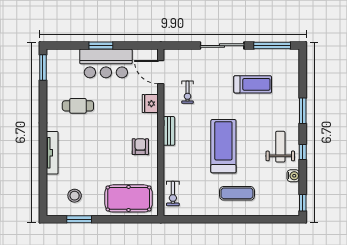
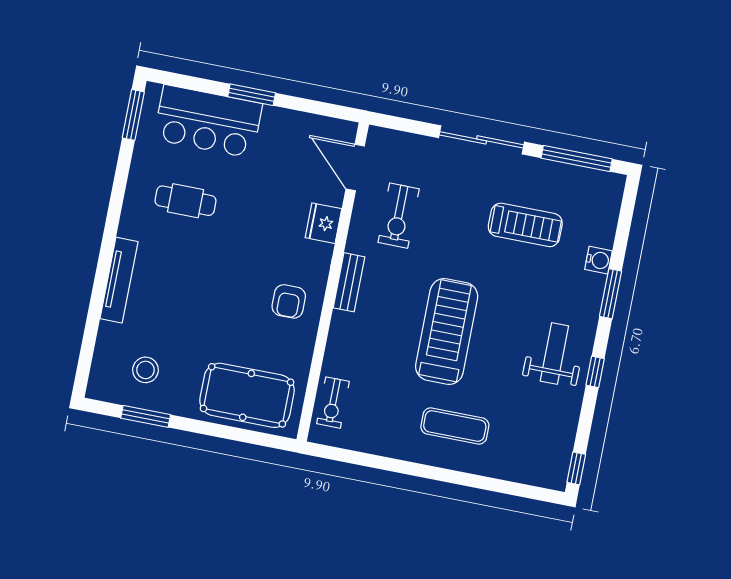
bar counter: (106, 63) -> (208, 121), moved
exercise bike: (188, 92) -> (399, 216), width x1.38, depth x1.39
armchair: (140, 147) -> (289, 301), turned 180
water cooler: (293, 176) -> (598, 260), moved

